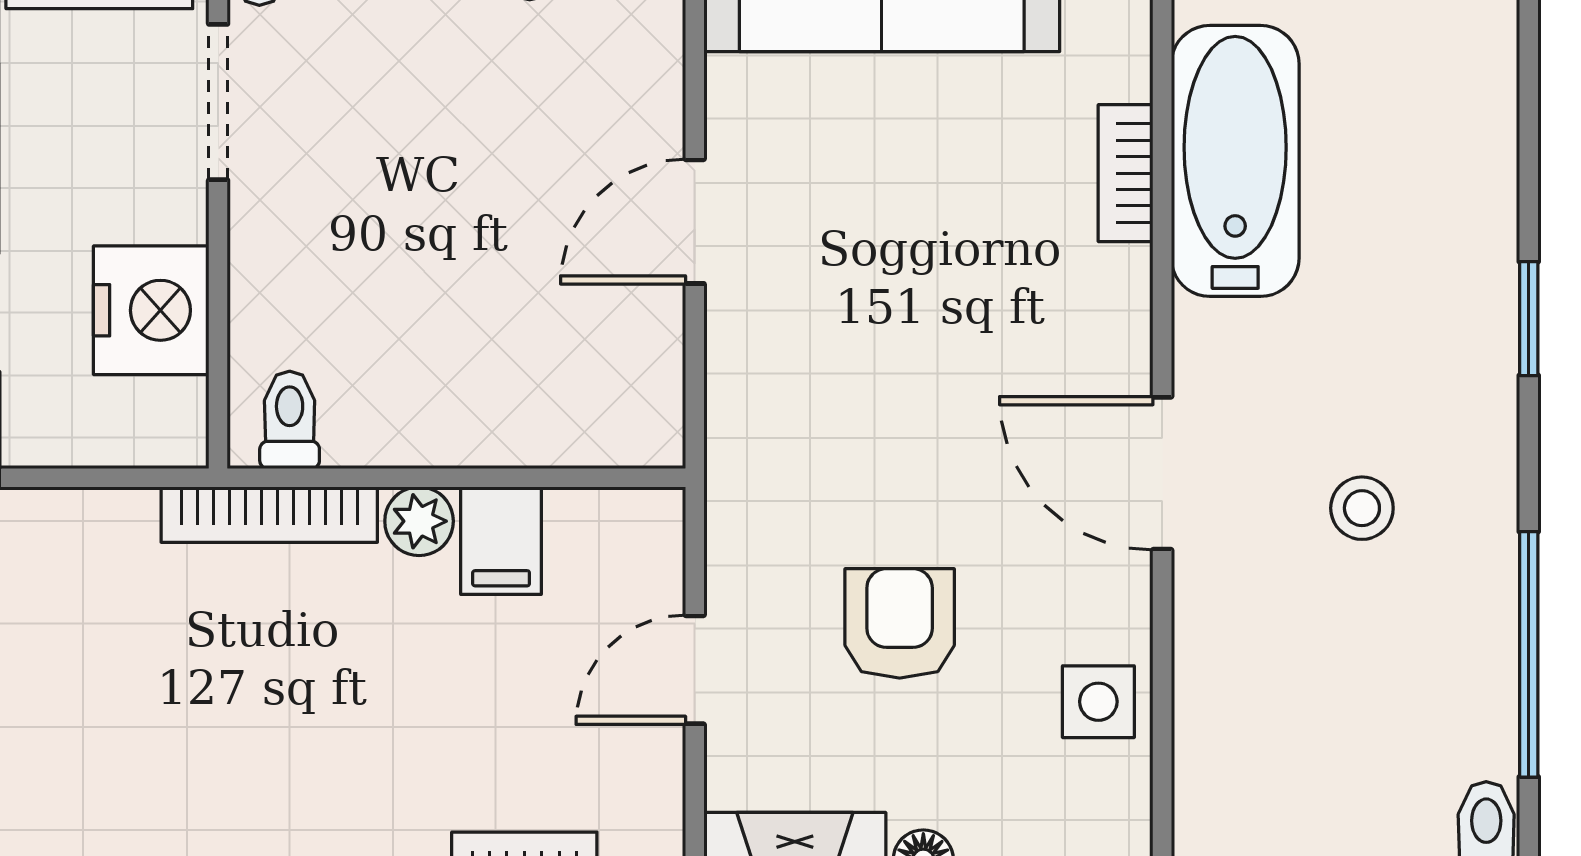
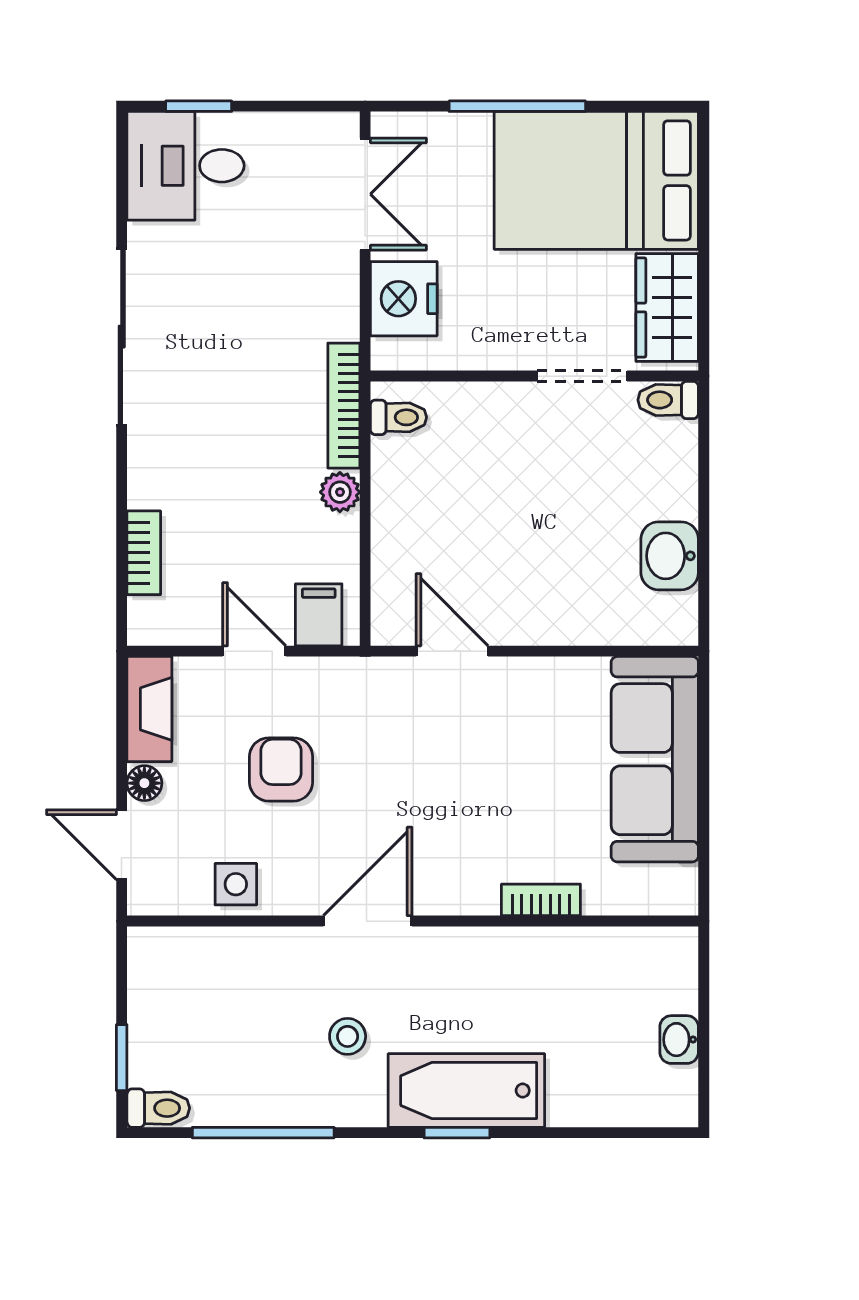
bathtub: (1235, 161) -> (466, 1091), moved, turned 180
door: (695, 222) -> (452, 651), moved
nightstand: (151, 310) -> (404, 299), moved, turned 90
filing cabinet: (501, 541) -> (319, 615), moved, turned 90
armchair: (900, 623) -> (281, 769), turned -90

